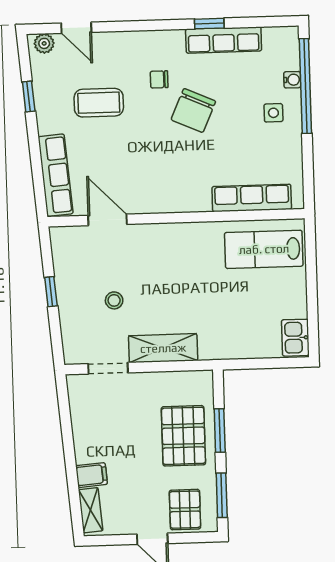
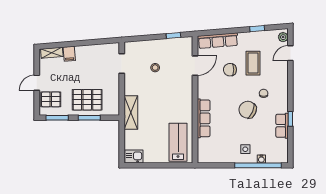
row of seats: (224, 40) -> (282, 126), width x0.68
chair: (114, 149) -> (230, 70), added
row of seats: (252, 198) -> (204, 118), moved
window: (51, 292) -> (173, 35), moved
shelving: (163, 348) -> (131, 113), moved

